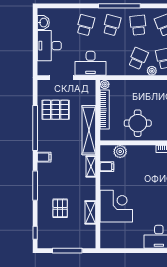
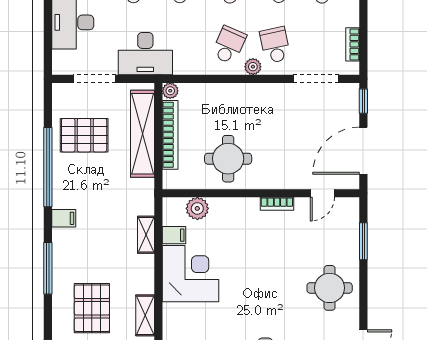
shelving: (89, 130) -> (142, 134), moved
corner desk: (116, 206) -> (190, 274), moved
pallet: (60, 208) -> (92, 308), width x1.50, depth x1.42

